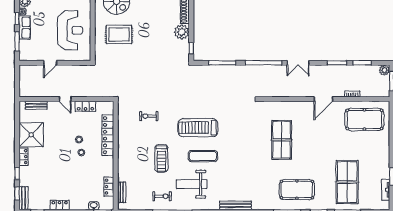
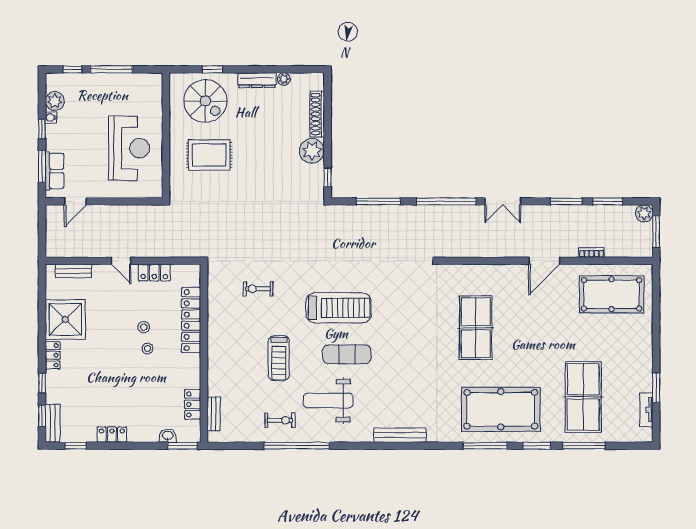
row of seats: (25, 28) -> (55, 171), moved
door: (50, 63) -> (75, 201), moved
treadmill: (198, 128) -> (339, 308), turned 180
pool table: (297, 190) -> (501, 409), width x1.36, depth x1.32

